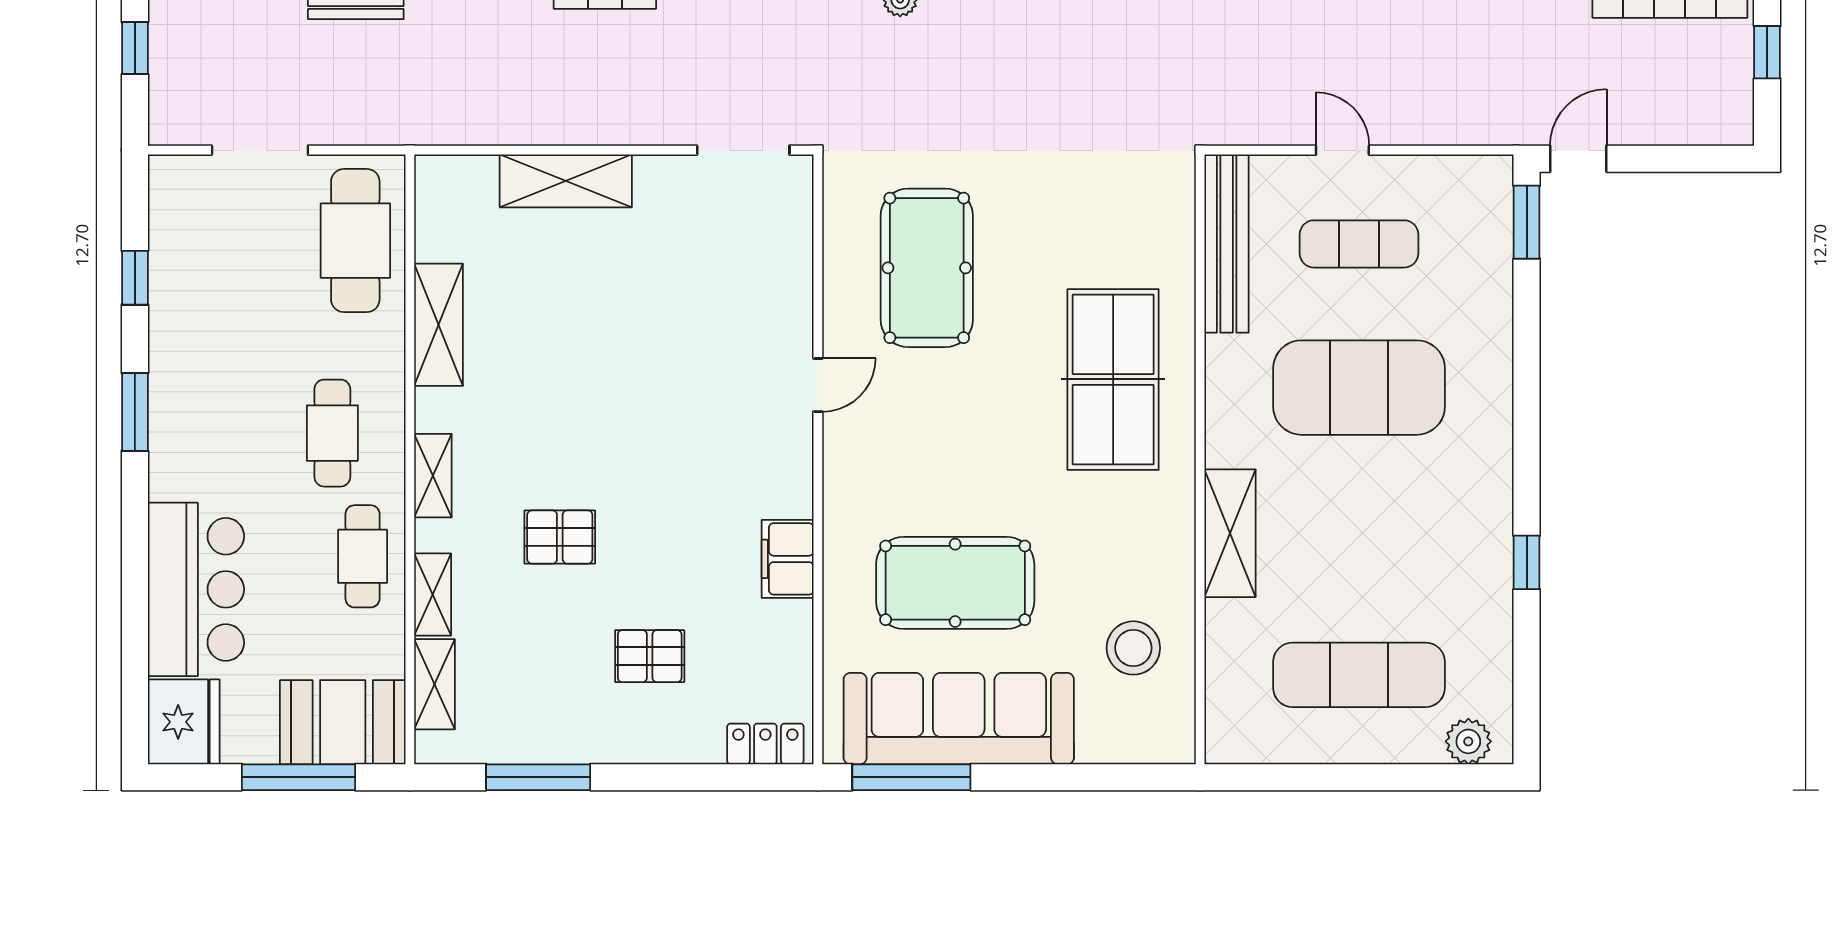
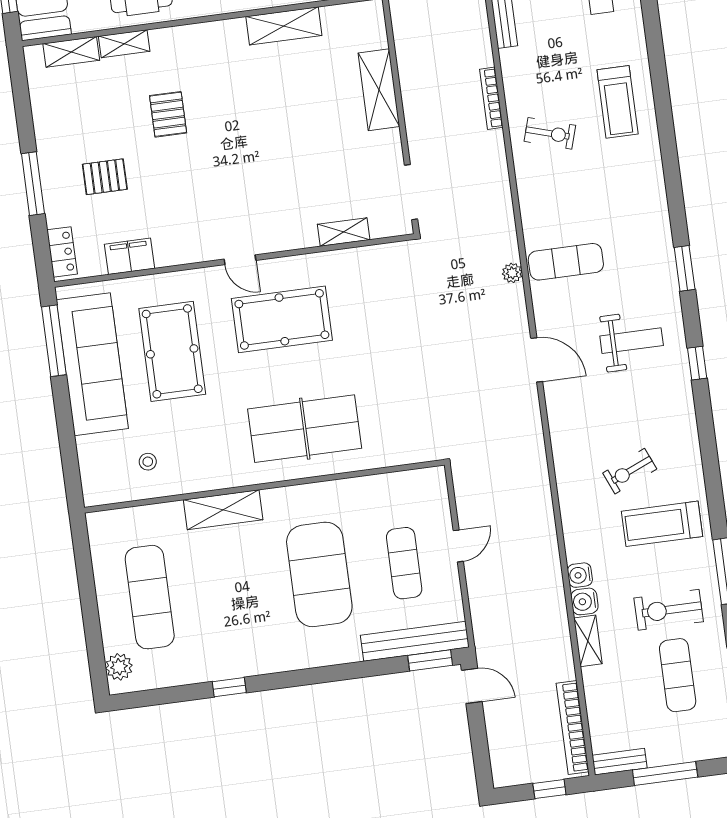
bench: (1227, 244) -> (415, 641), moved
pool table: (927, 268) -> (282, 319), moved
door: (818, 385) -> (240, 260), moved
shelving: (433, 476) -> (344, 232), moved
filing cabinet: (788, 559) -> (130, 256), moved
stool: (1133, 648) -> (148, 462), width x0.53, depth x0.53
pallet: (650, 656) -> (105, 177), turned 90
window: (538, 777) -> (33, 184), moved

